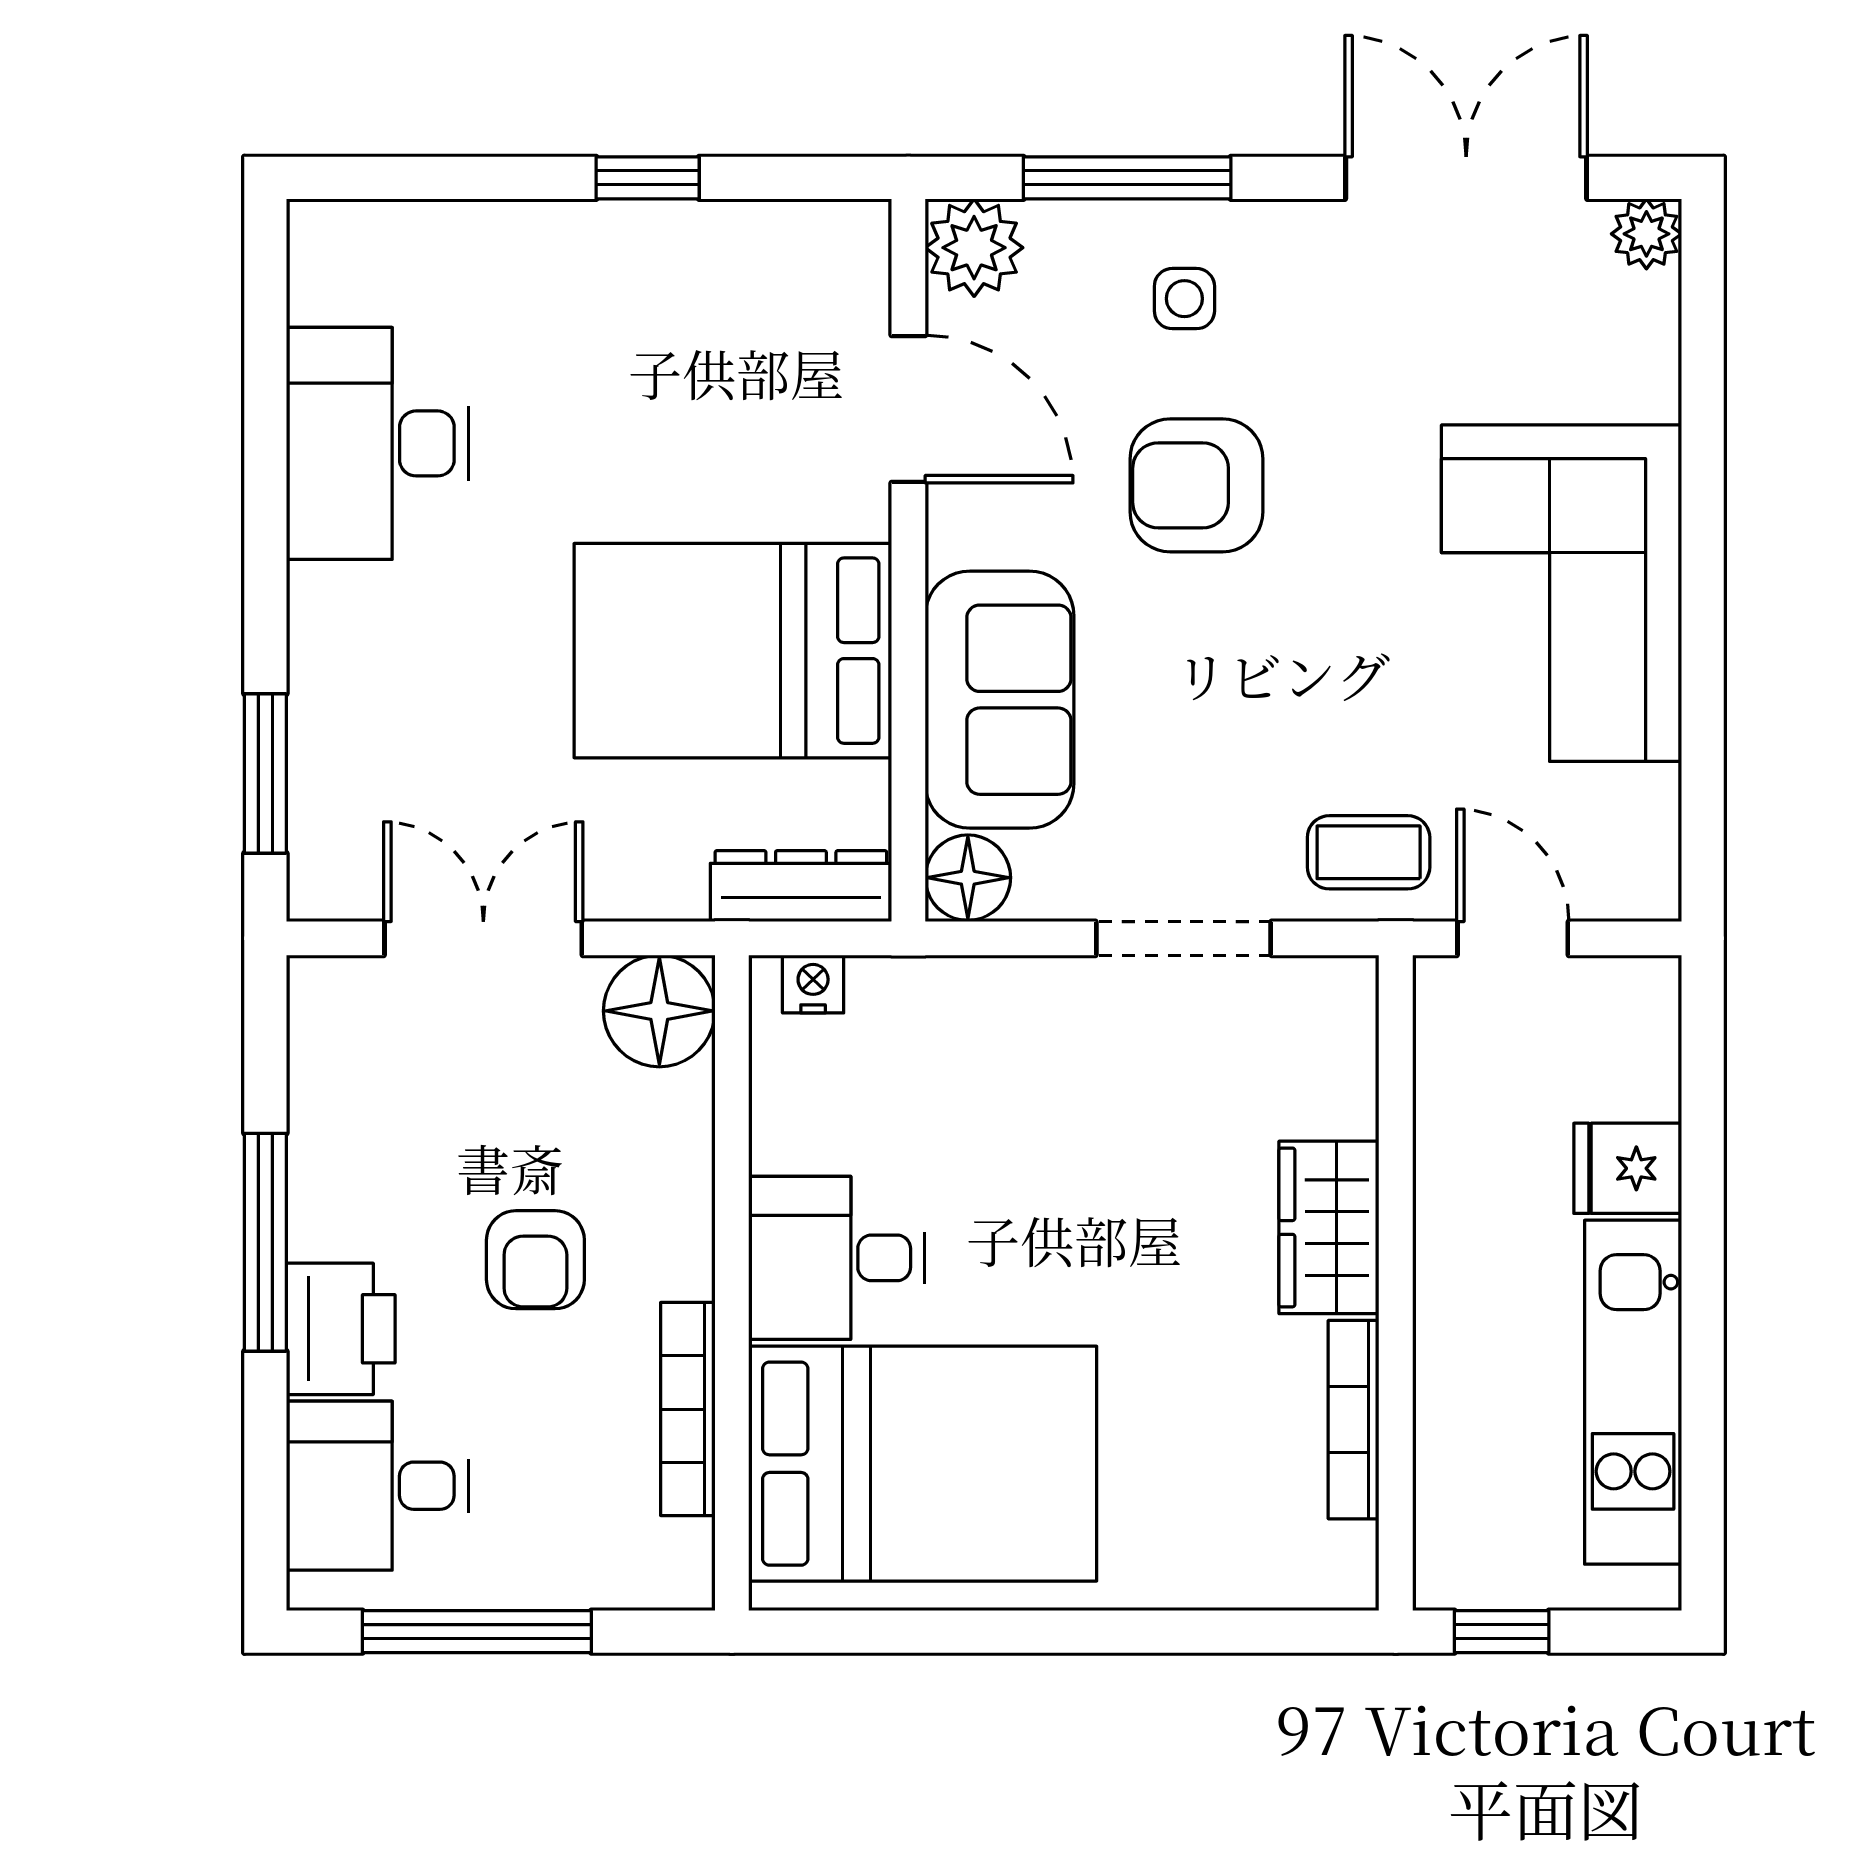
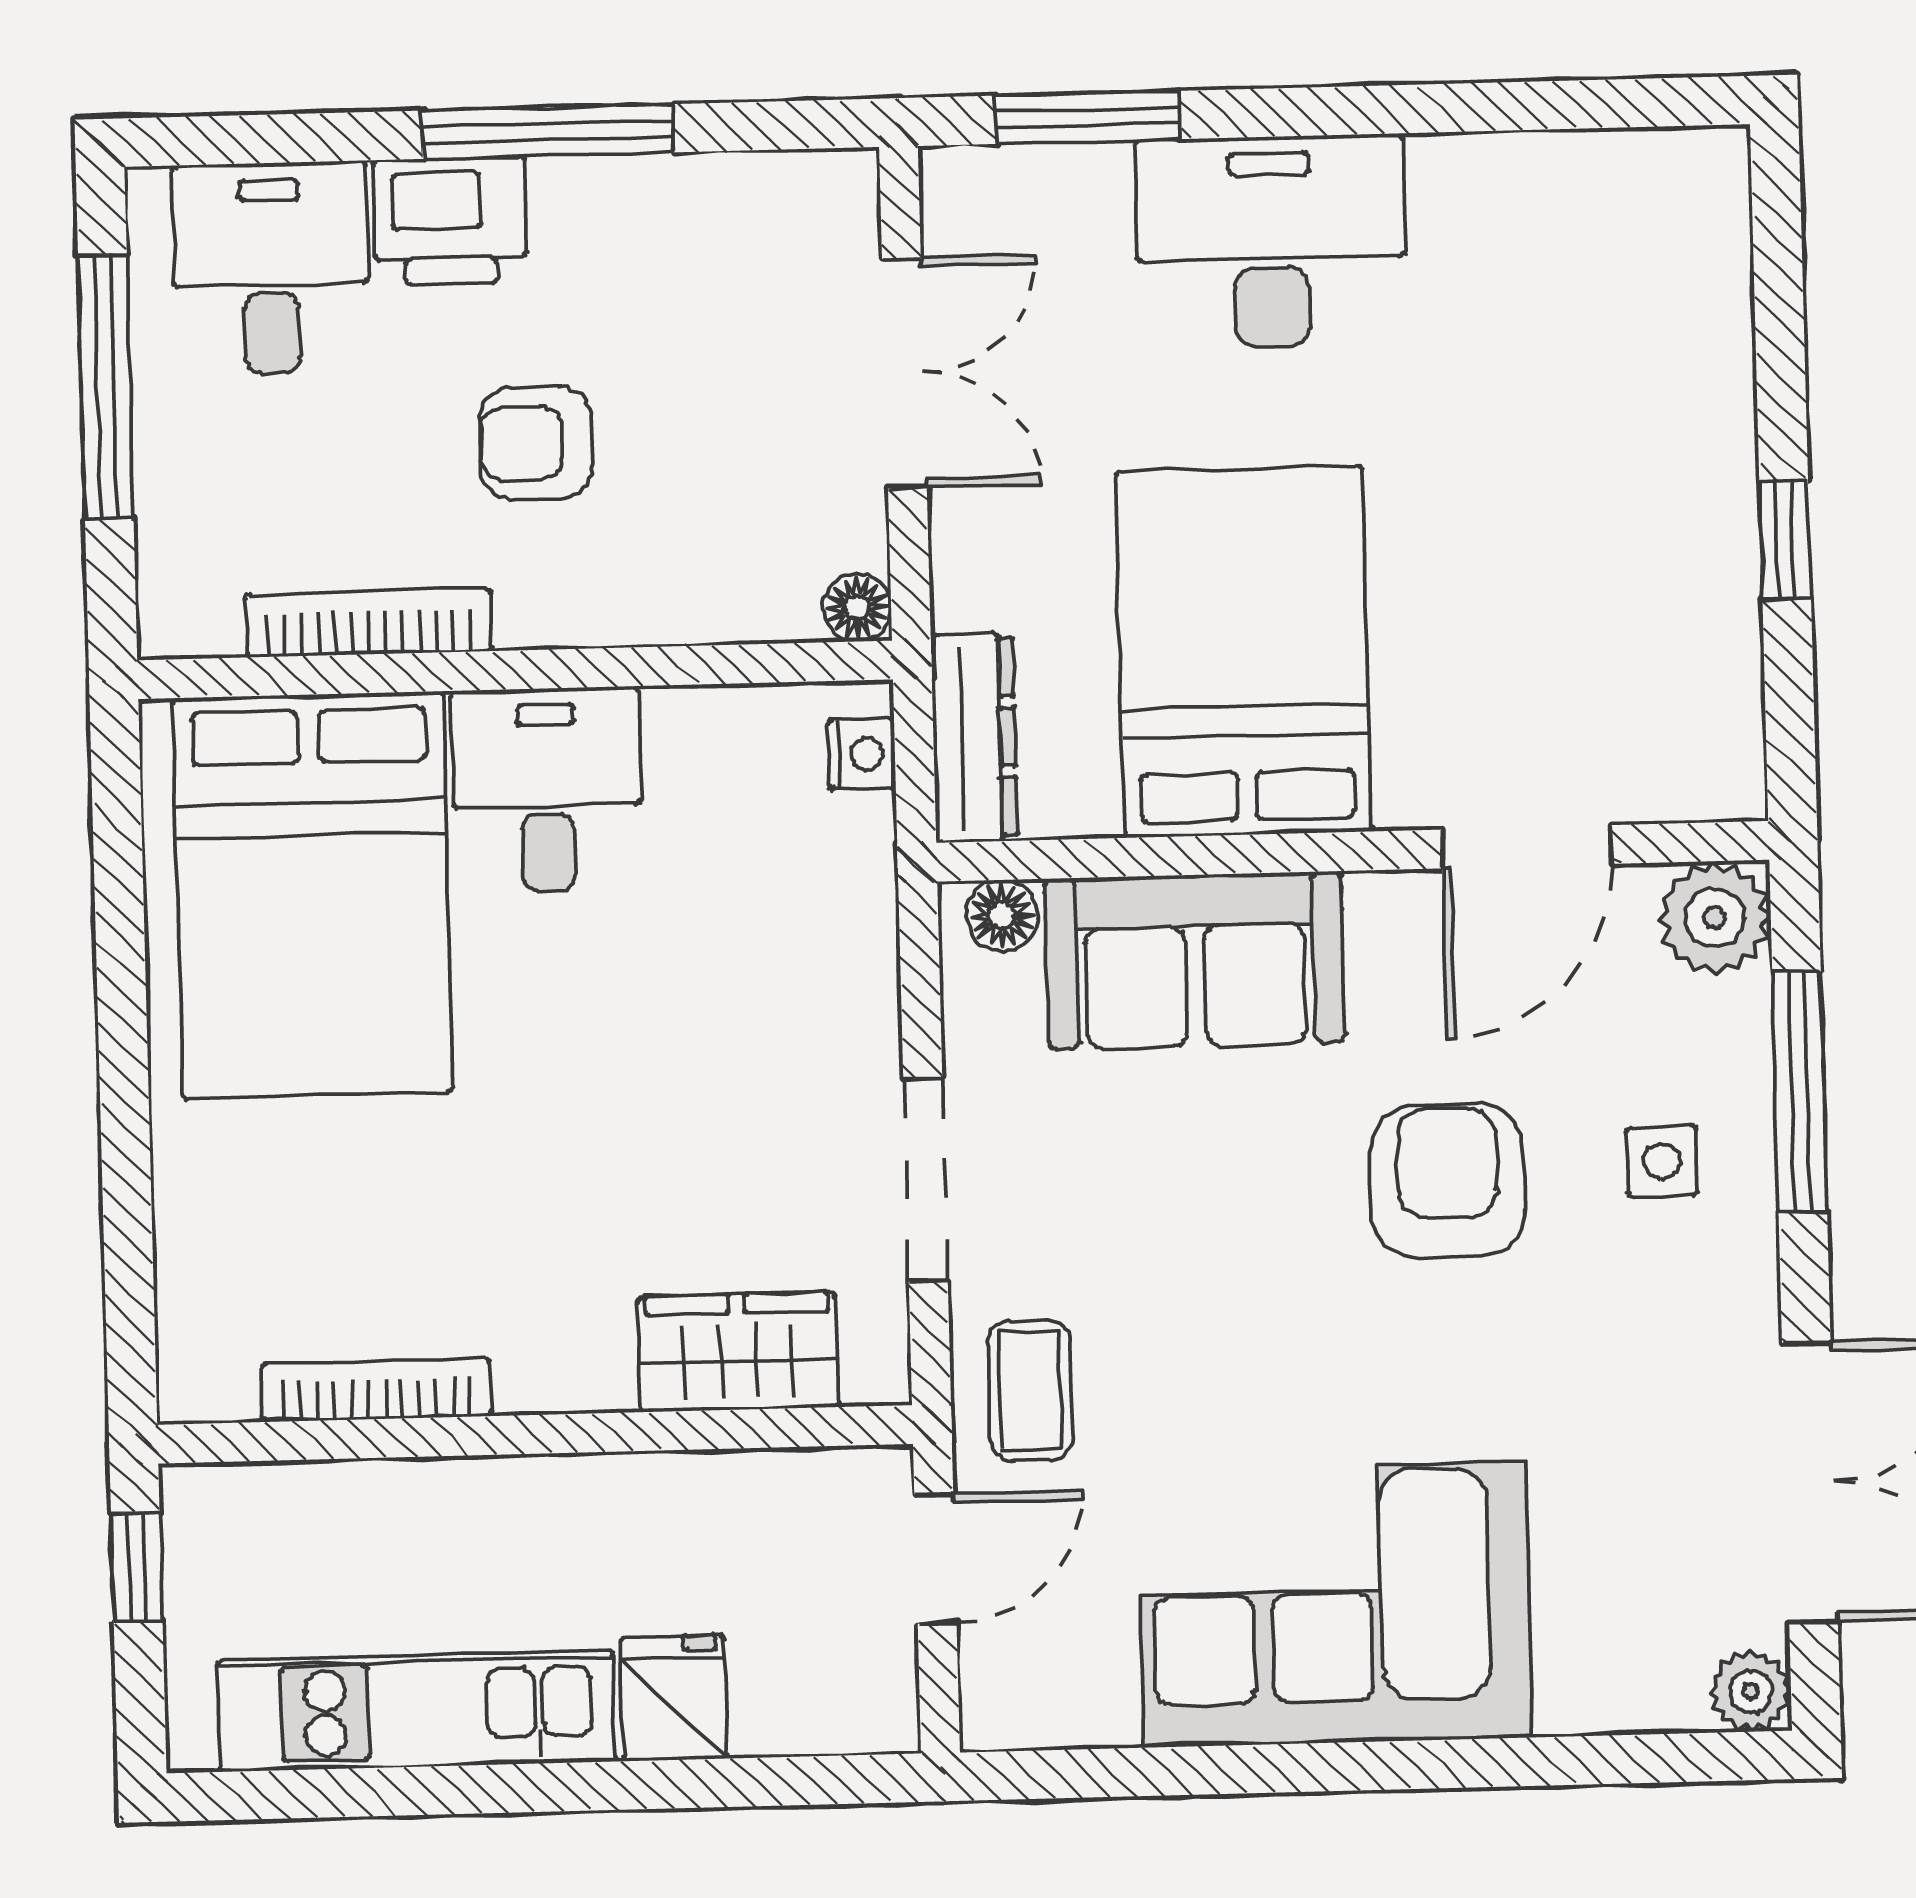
desk: (378, 443) -> (1271, 242), moved
floor lamp: (968, 878) -> (1002, 916), width x0.73, depth x0.73
floor lamp: (659, 1011) -> (857, 607), width x0.53, depth x0.53
wardrobe: (1329, 1227) -> (738, 1352), moved

